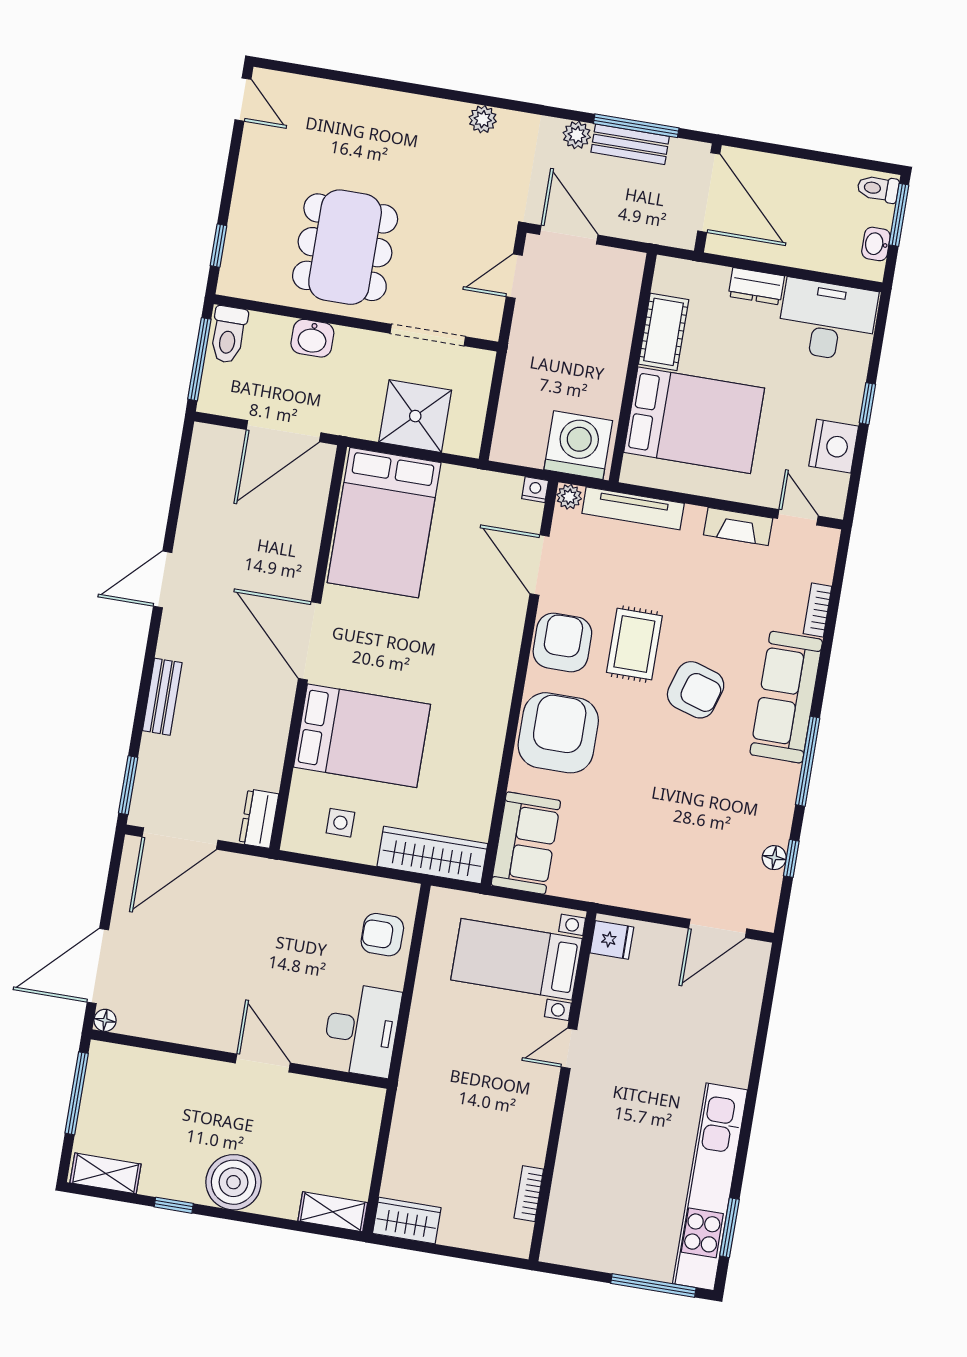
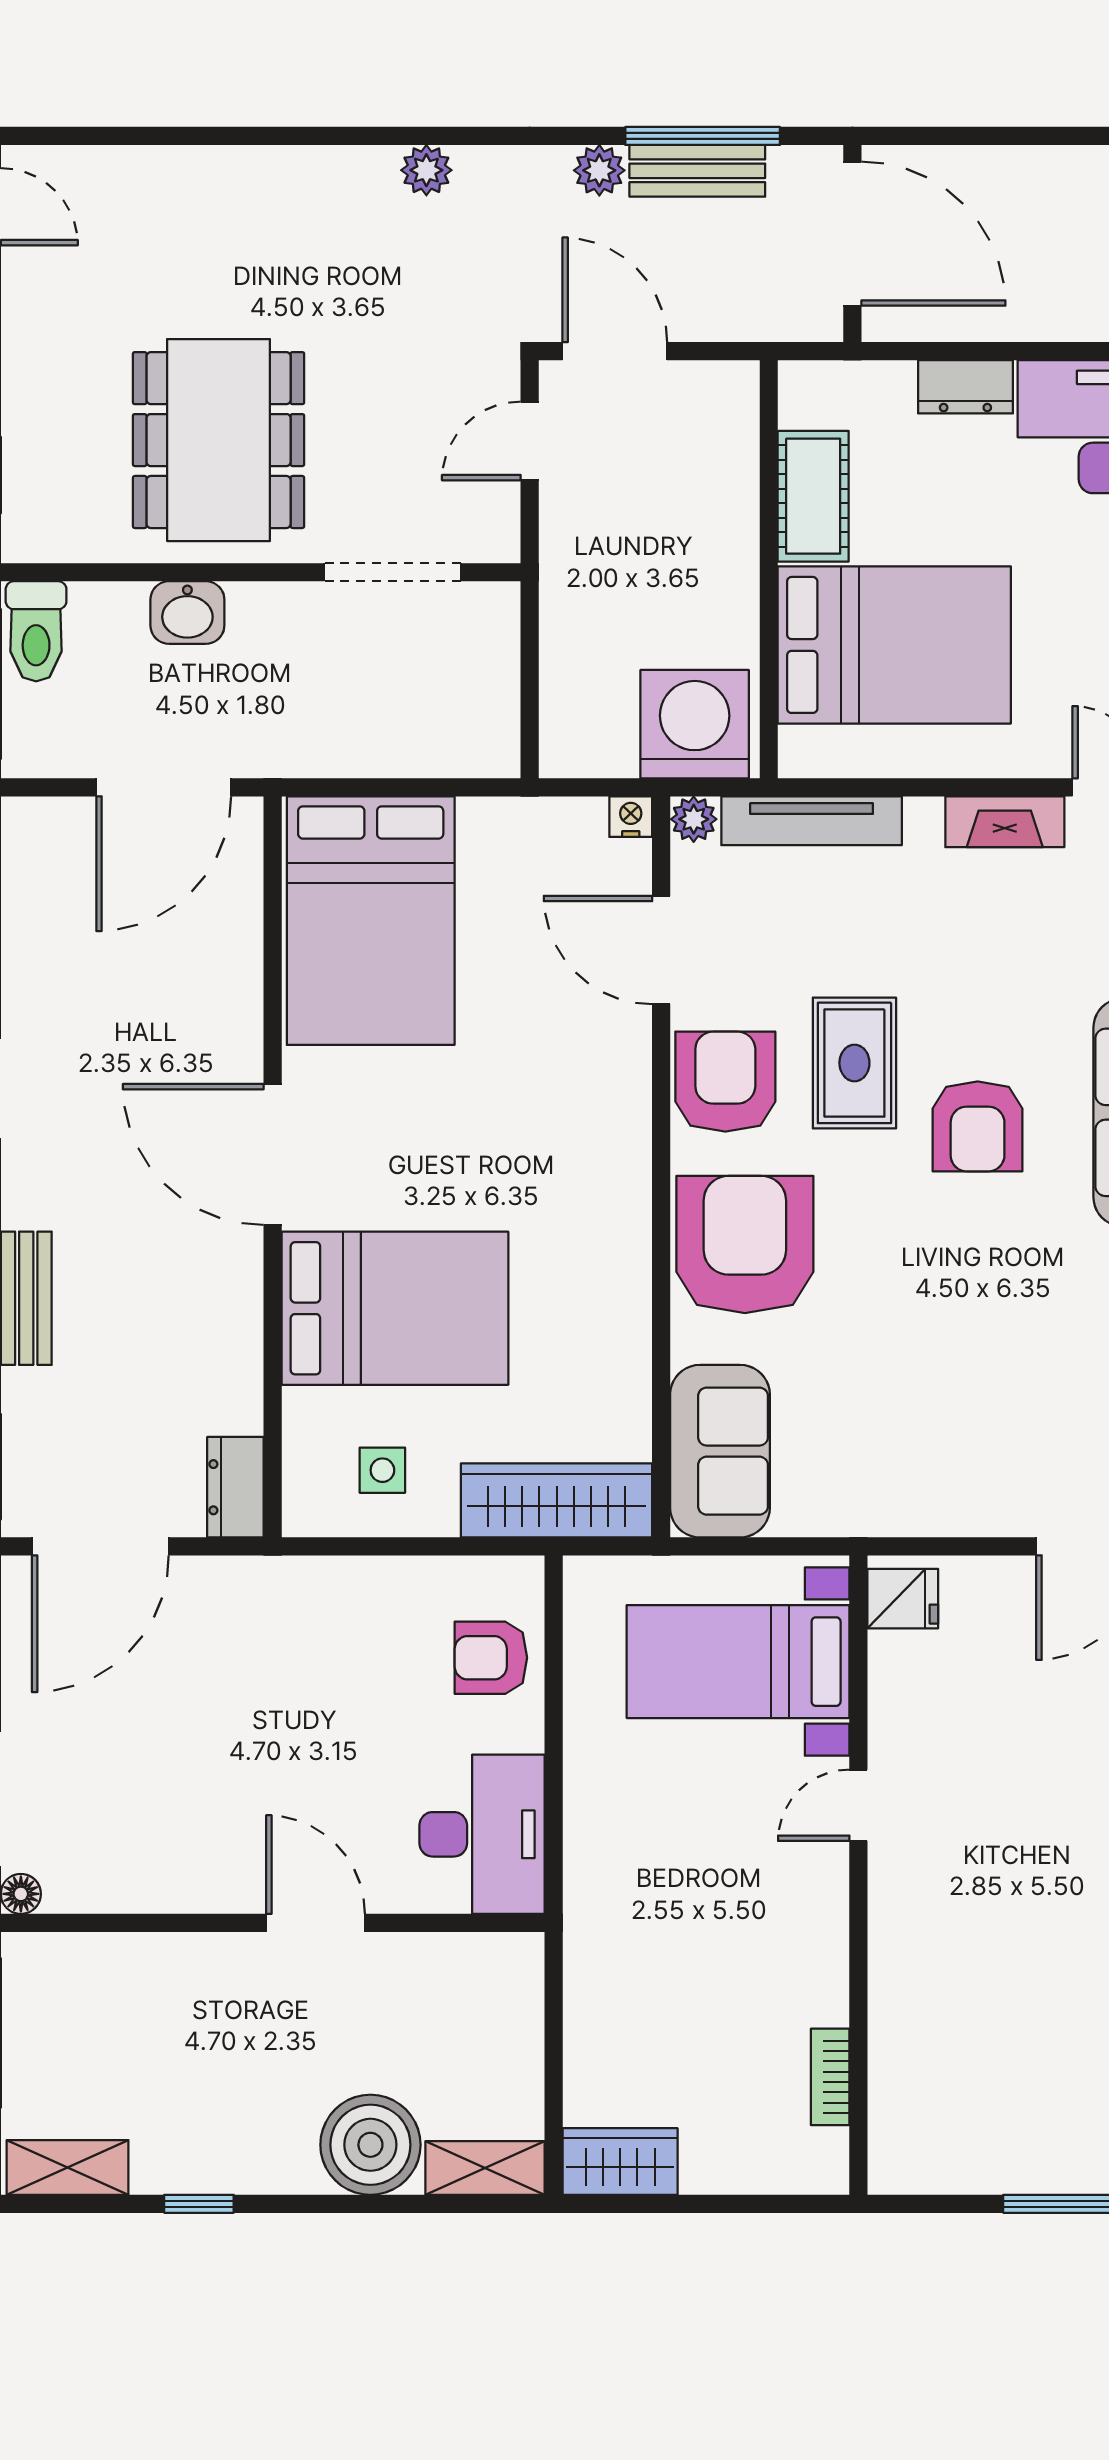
shower: (415, 416) -> (395, 721), removed
armchair: (696, 690) -> (978, 1126), turned 73
boiler: (233, 1182) -> (370, 2145), moved

